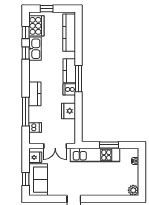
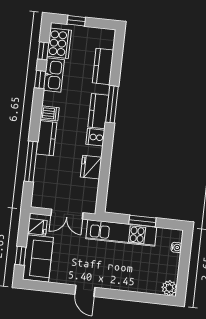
kitchen counter: (69, 33) -> (103, 66), width x0.67
window: (78, 79) -> (112, 104), moved
dishwasher: (35, 127) -> (50, 113), moved

